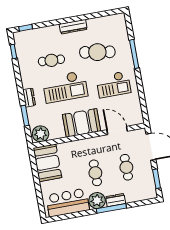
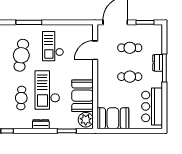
checkout: (113, 84) -> (53, 46), turned 180
checkout: (65, 87) -> (47, 90), turned 180
dresser: (29, 98) -> (41, 124), moved
booth: (81, 123) -> (82, 96), moved
plant: (97, 201) -> (155, 80), removed

